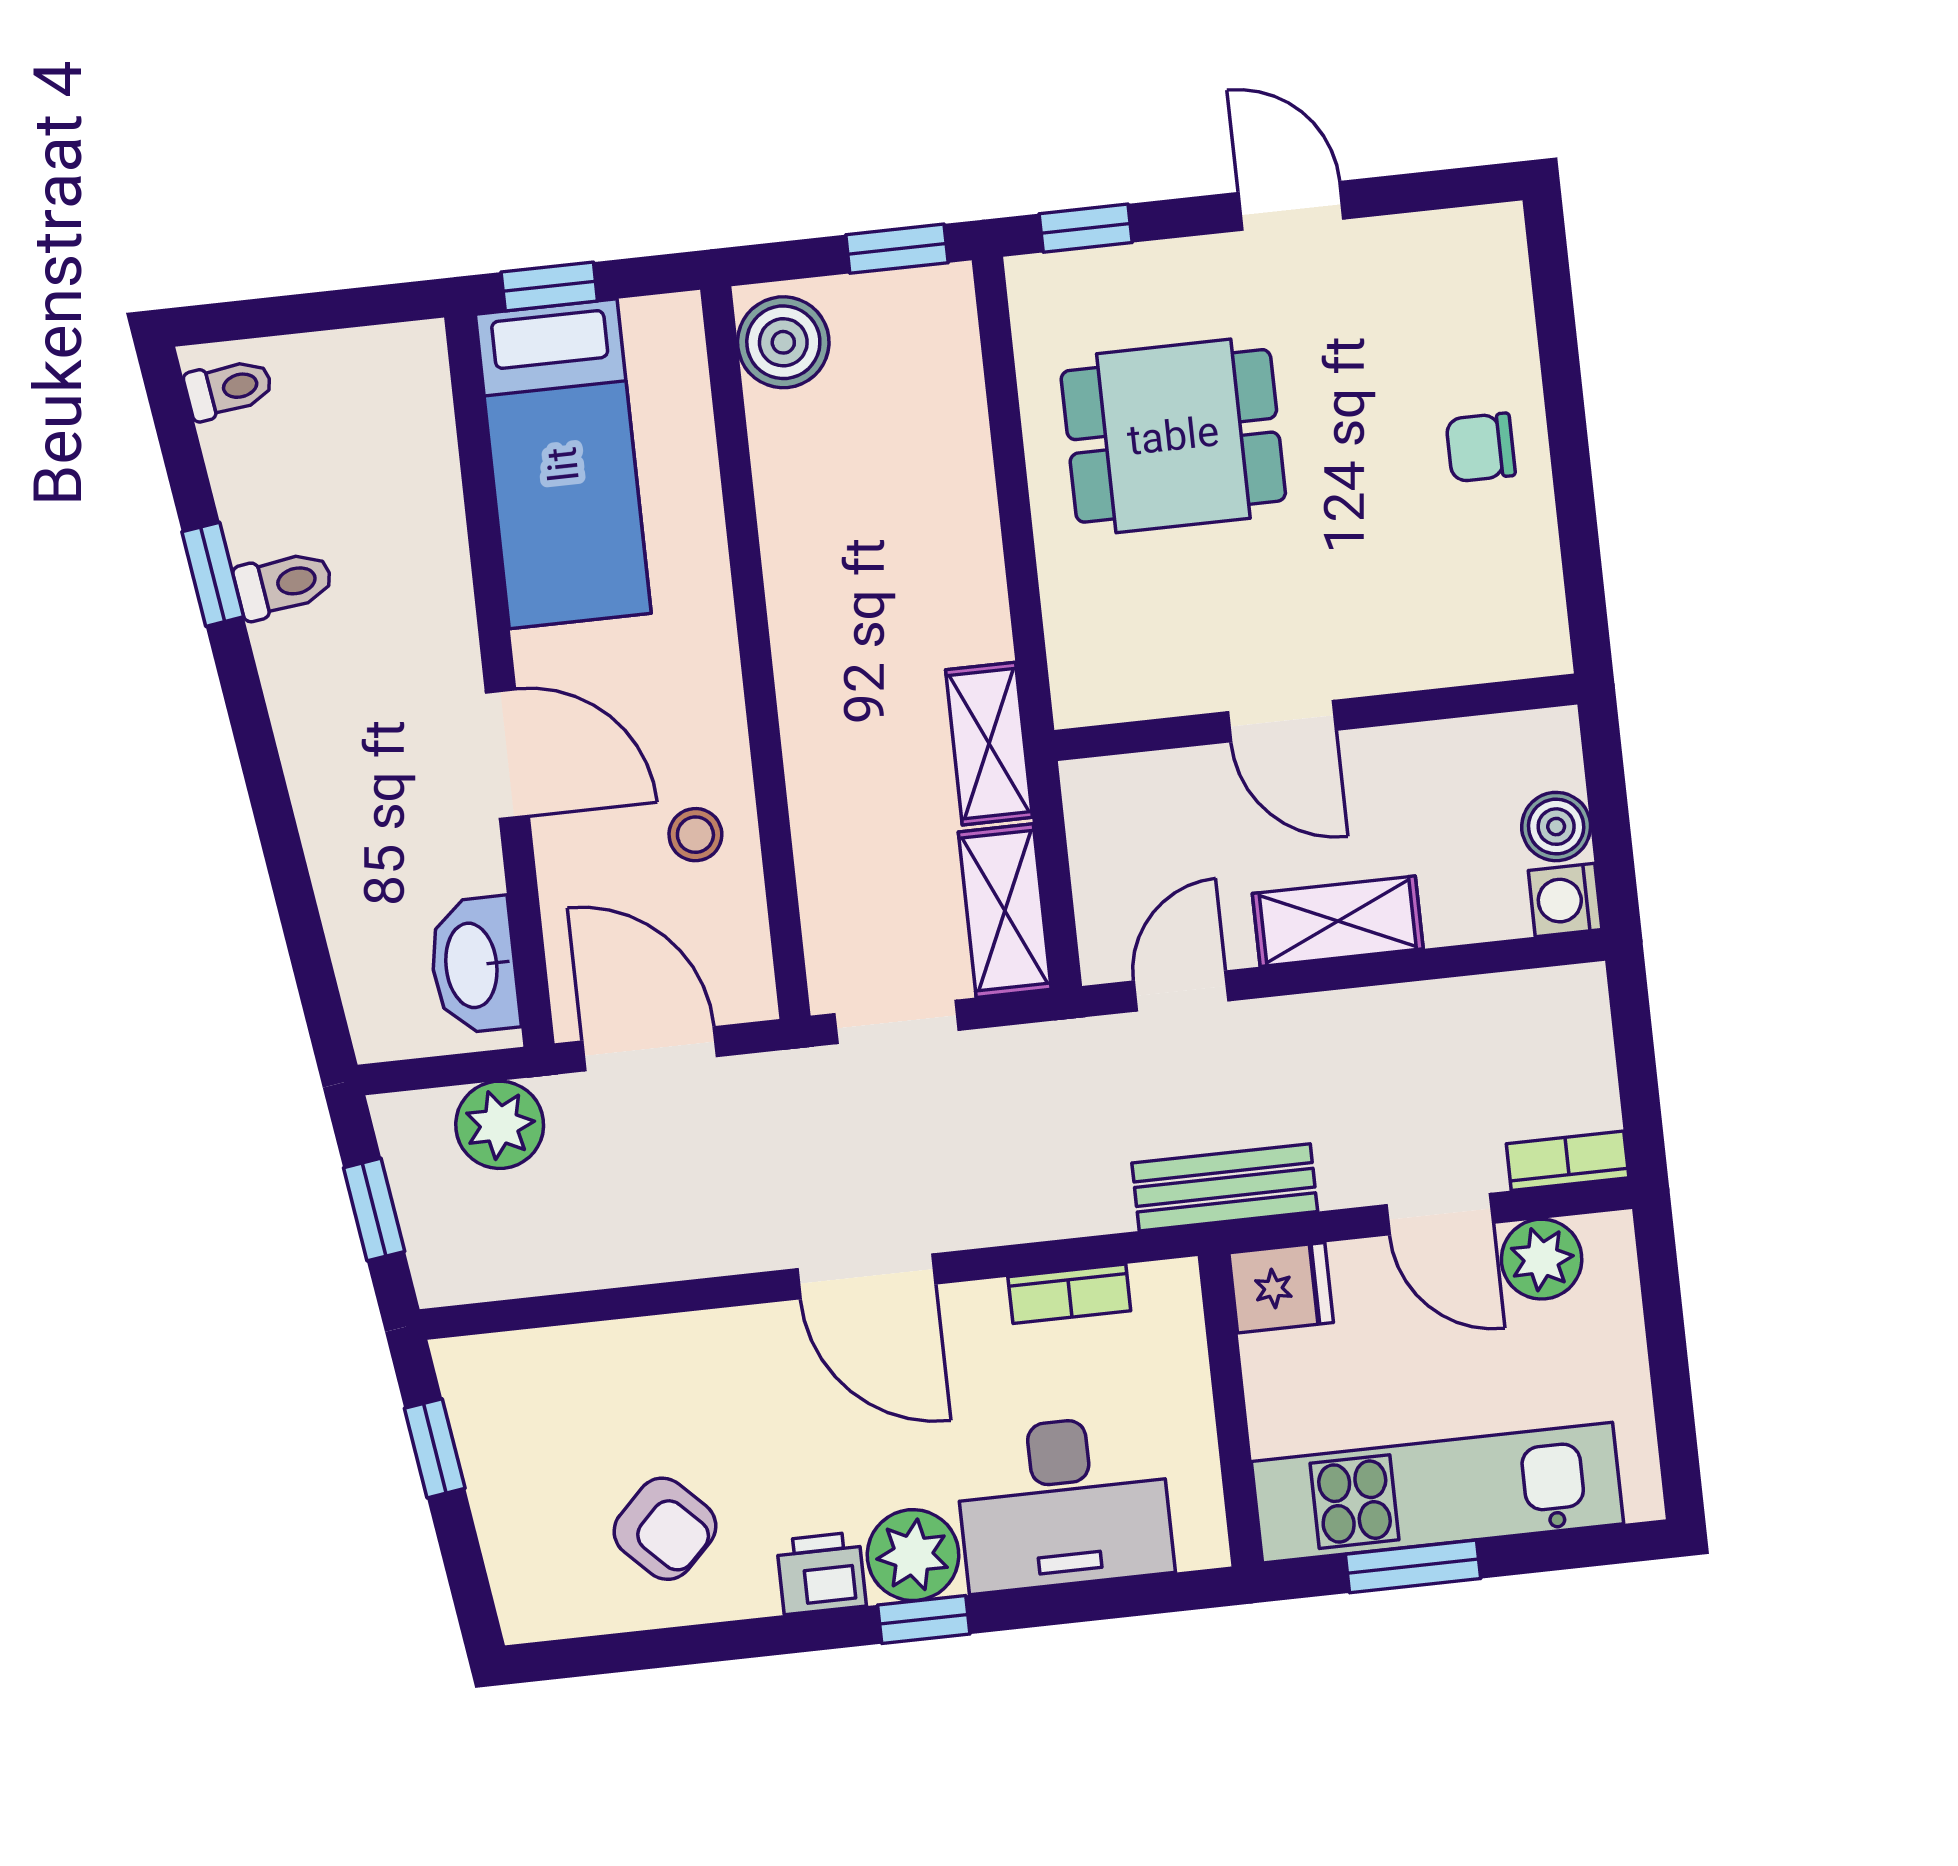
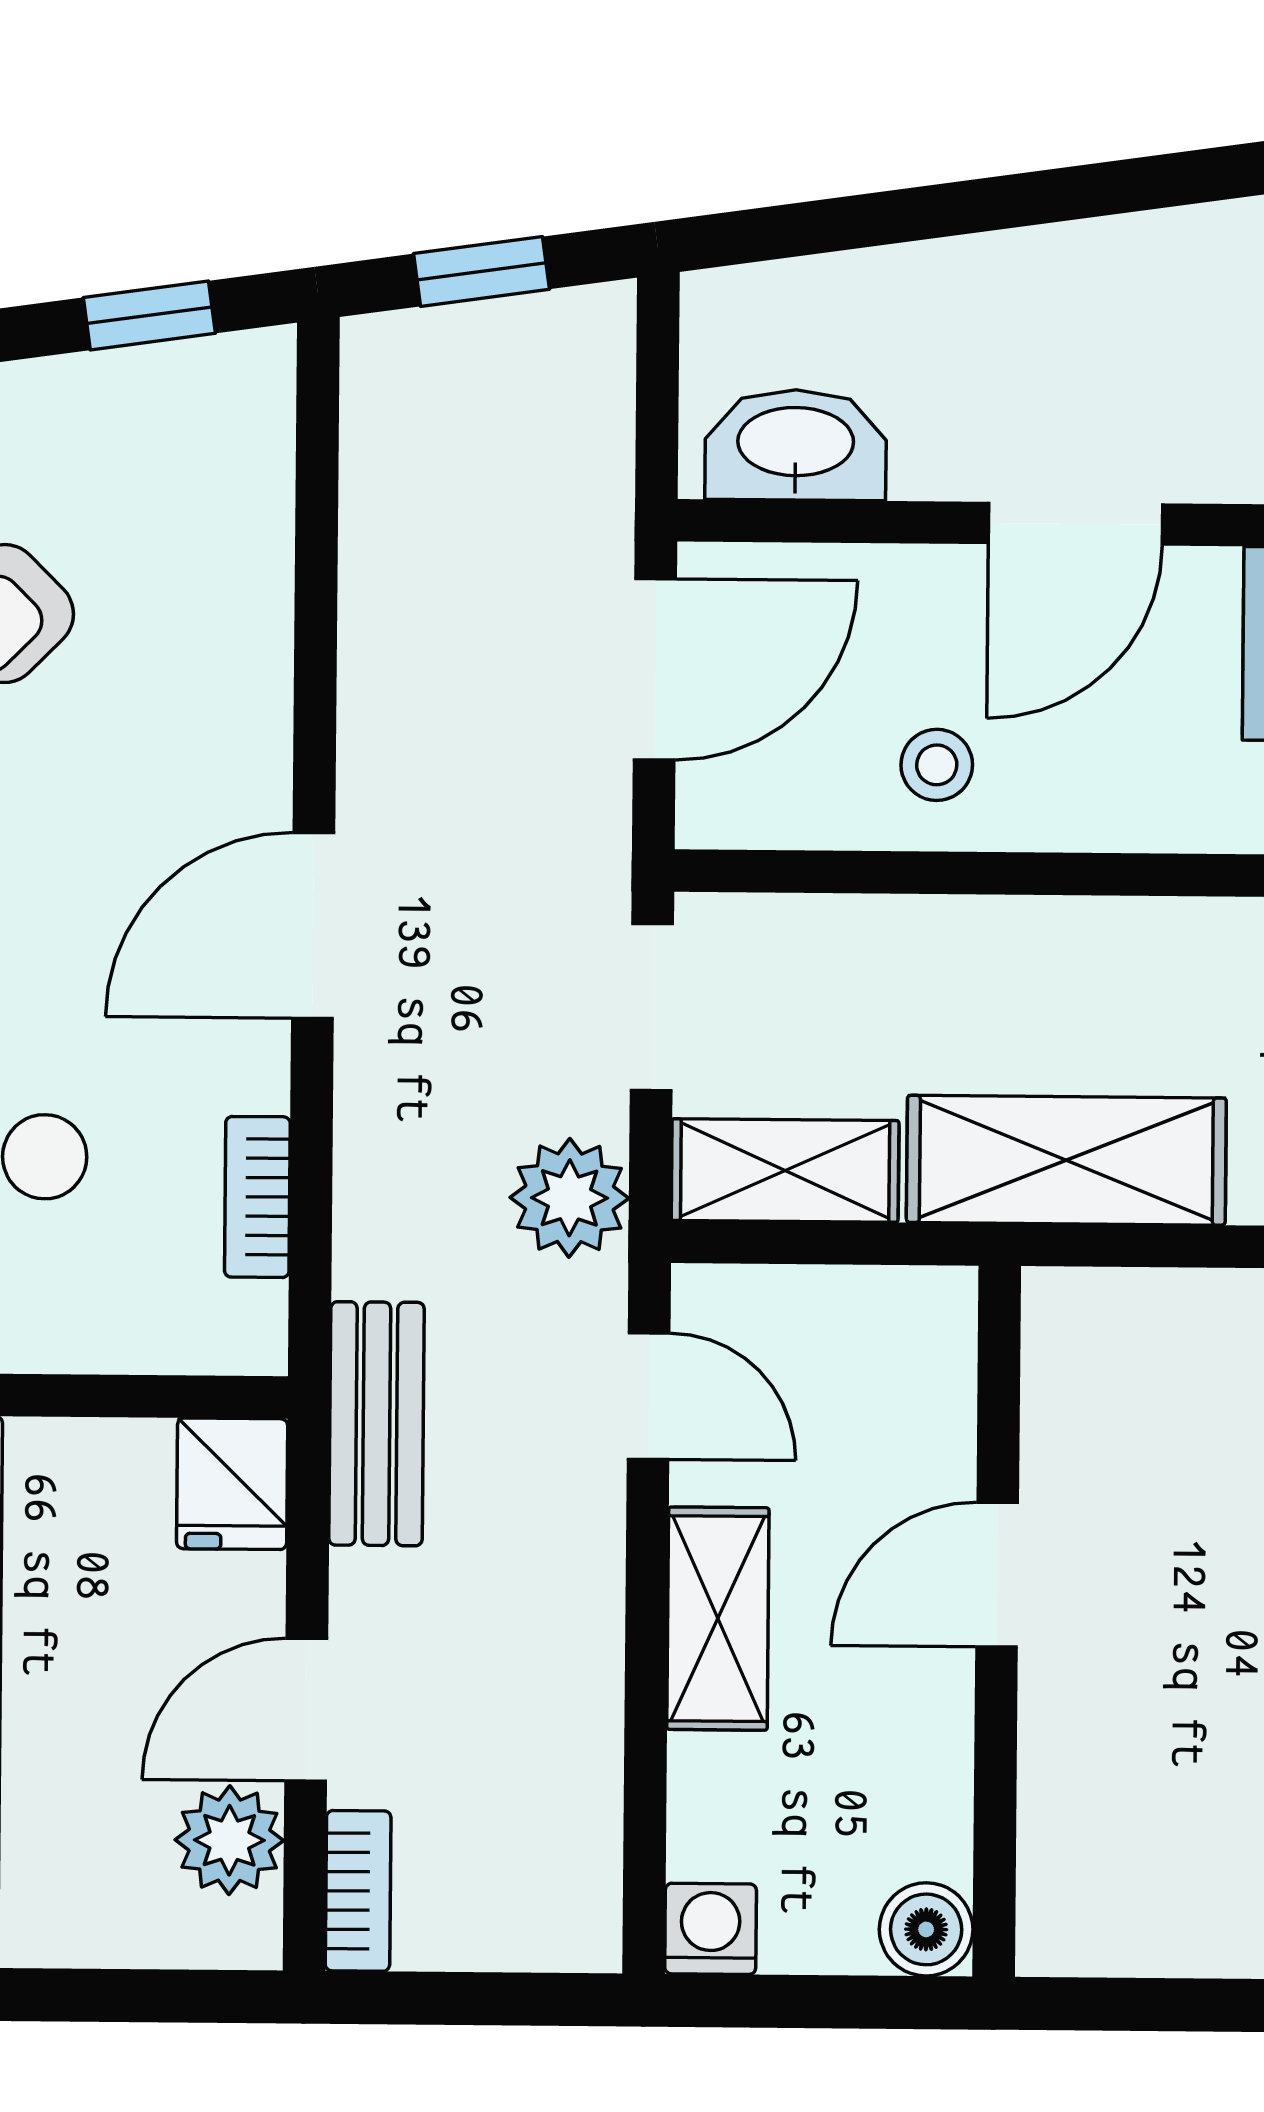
shelving: (989, 744) -> (1066, 1160), width x1.50, depth x1.33
boiler: (1556, 827) -> (926, 1929), moved
plant: (500, 1125) -> (569, 1198), moved

